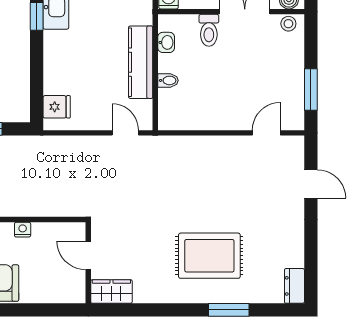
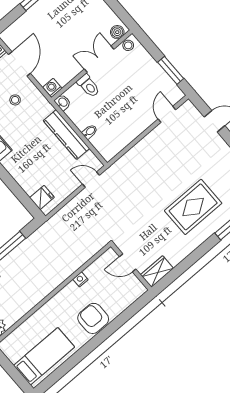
washbasin: (166, 42) -> (63, 102), moved

